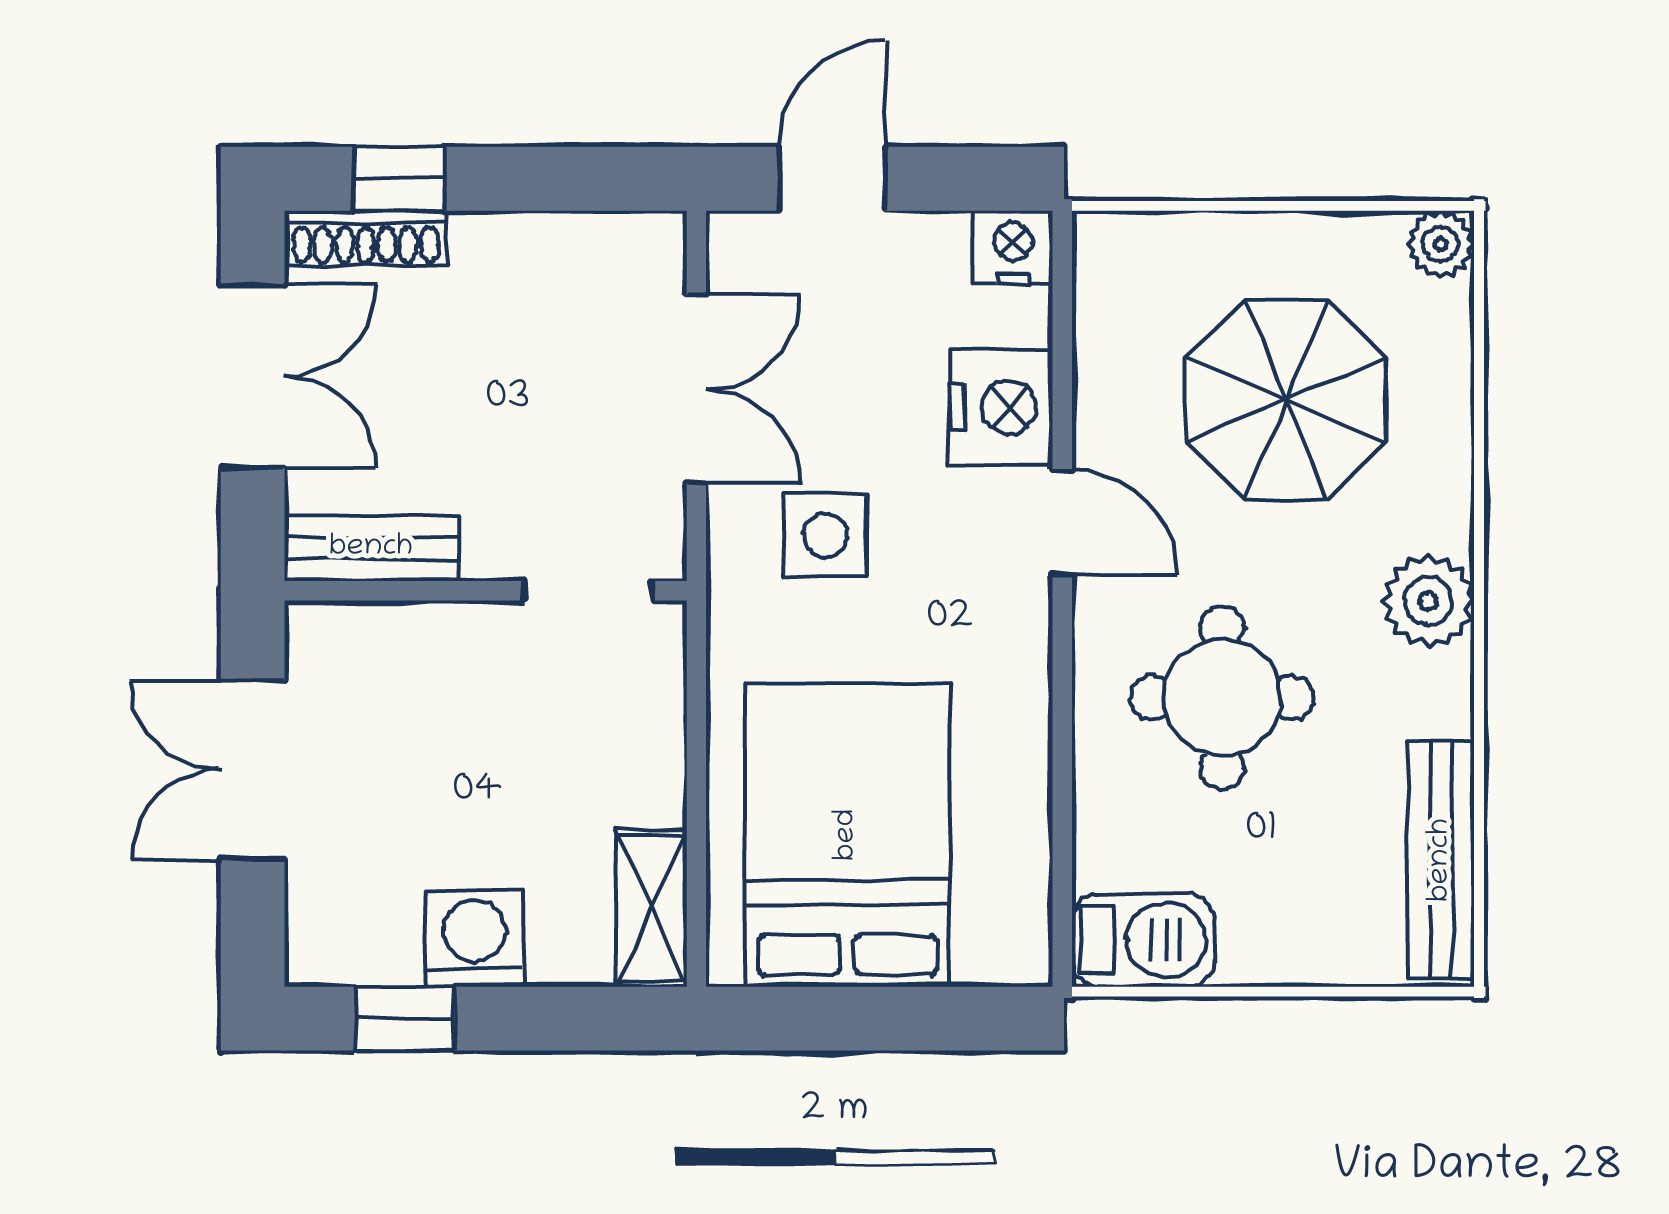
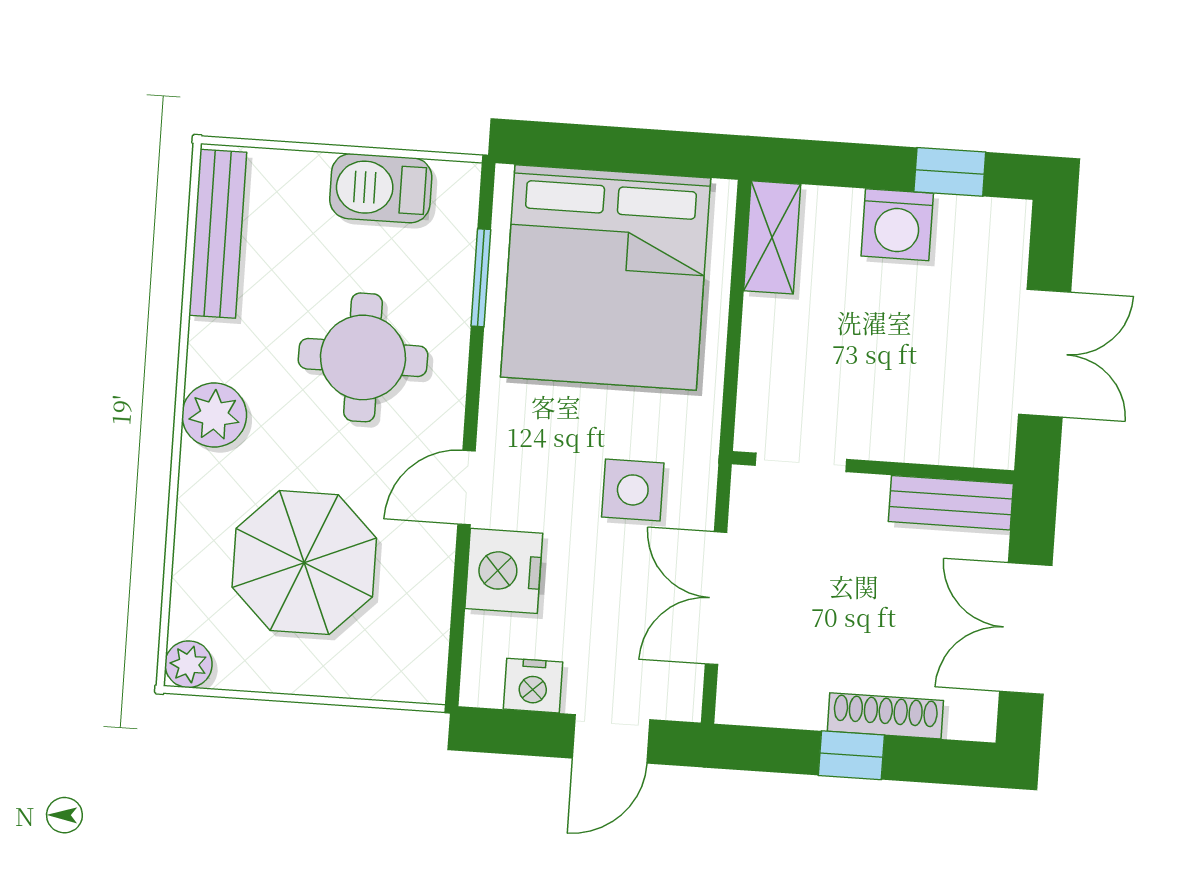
window: (399, 179) -> (851, 755), moved
shoe rack: (366, 238) -> (885, 716), moved
nightstand: (1013, 247) -> (533, 686), moved
door: (1062, 522) -> (466, 488), hinge flipped
window: (1062, 822) -> (481, 278), added
bed: (847, 835) -> (606, 278), width x1.36
barbecue: (1143, 940) -> (381, 188), moved

